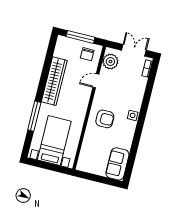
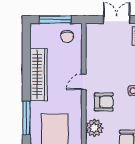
plant: (110, 62) -> (94, 128), moved
door: (96, 81) -> (84, 82), moved

